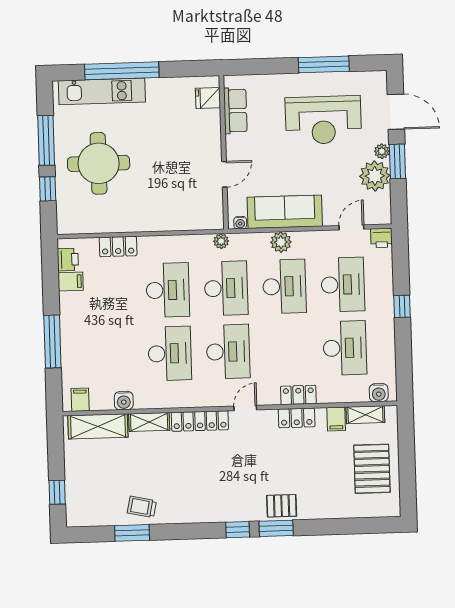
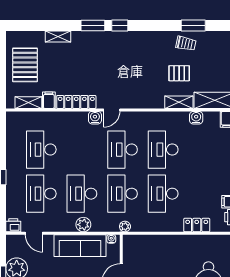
door: (351, 227) -> (34, 233), hinge flipped
water cooler: (379, 393) -> (95, 118), moved
locker: (298, 395) -> (75, 118), removed
locker: (297, 418) -> (76, 102), width x1.53
locker: (200, 421) -> (144, 102), removed
pallet: (282, 506) -> (179, 73), moved
shelving: (326, 511) -> (58, 37), added

